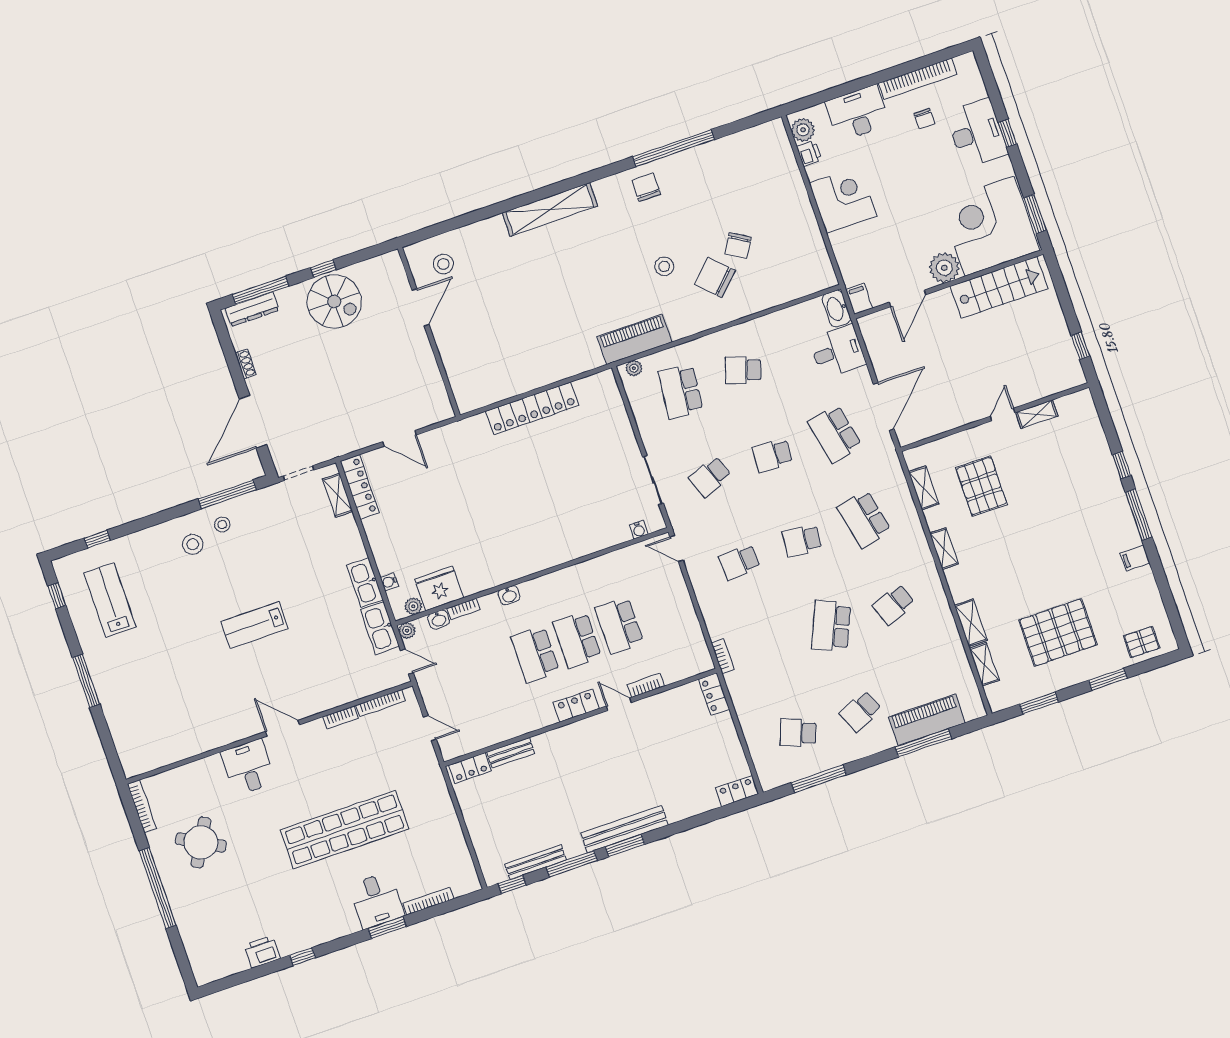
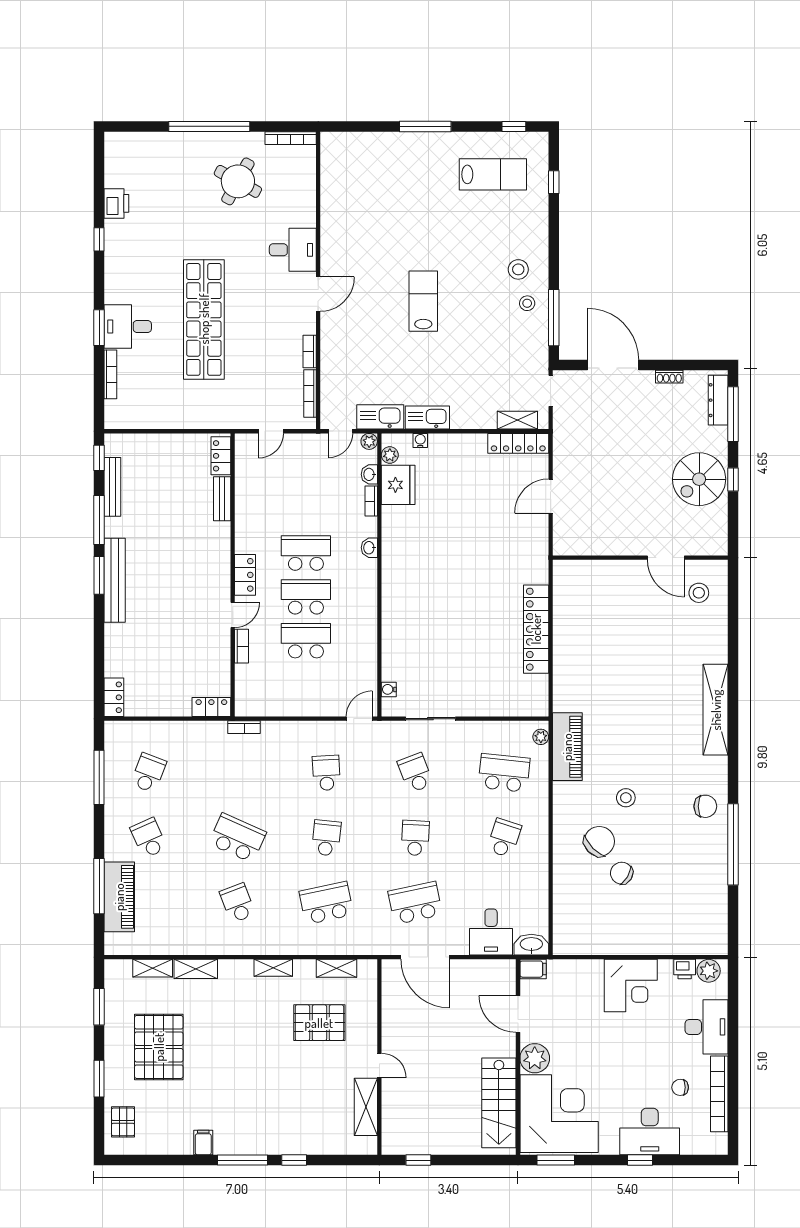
shelving: (1037, 414) -> (366, 1107), width x1.50, depth x1.33

